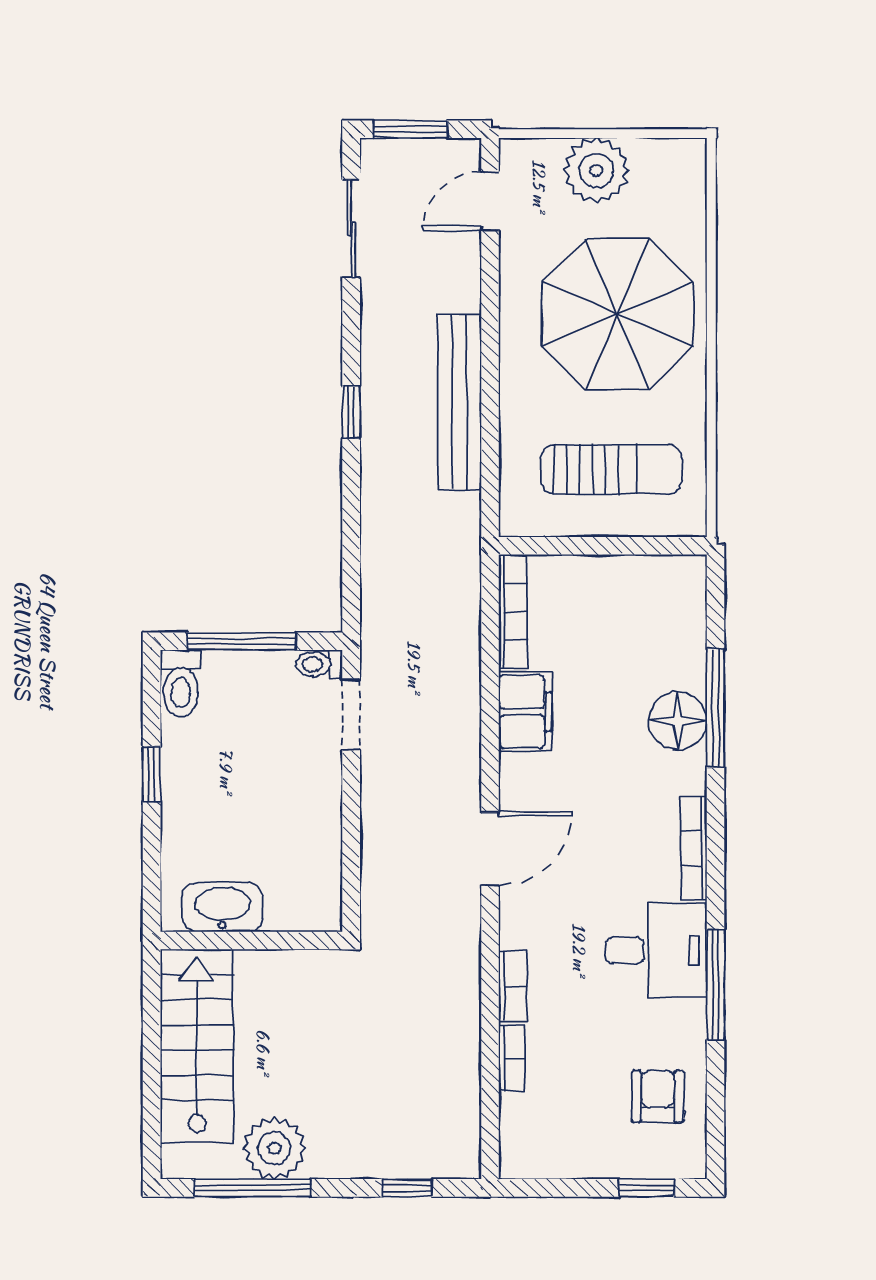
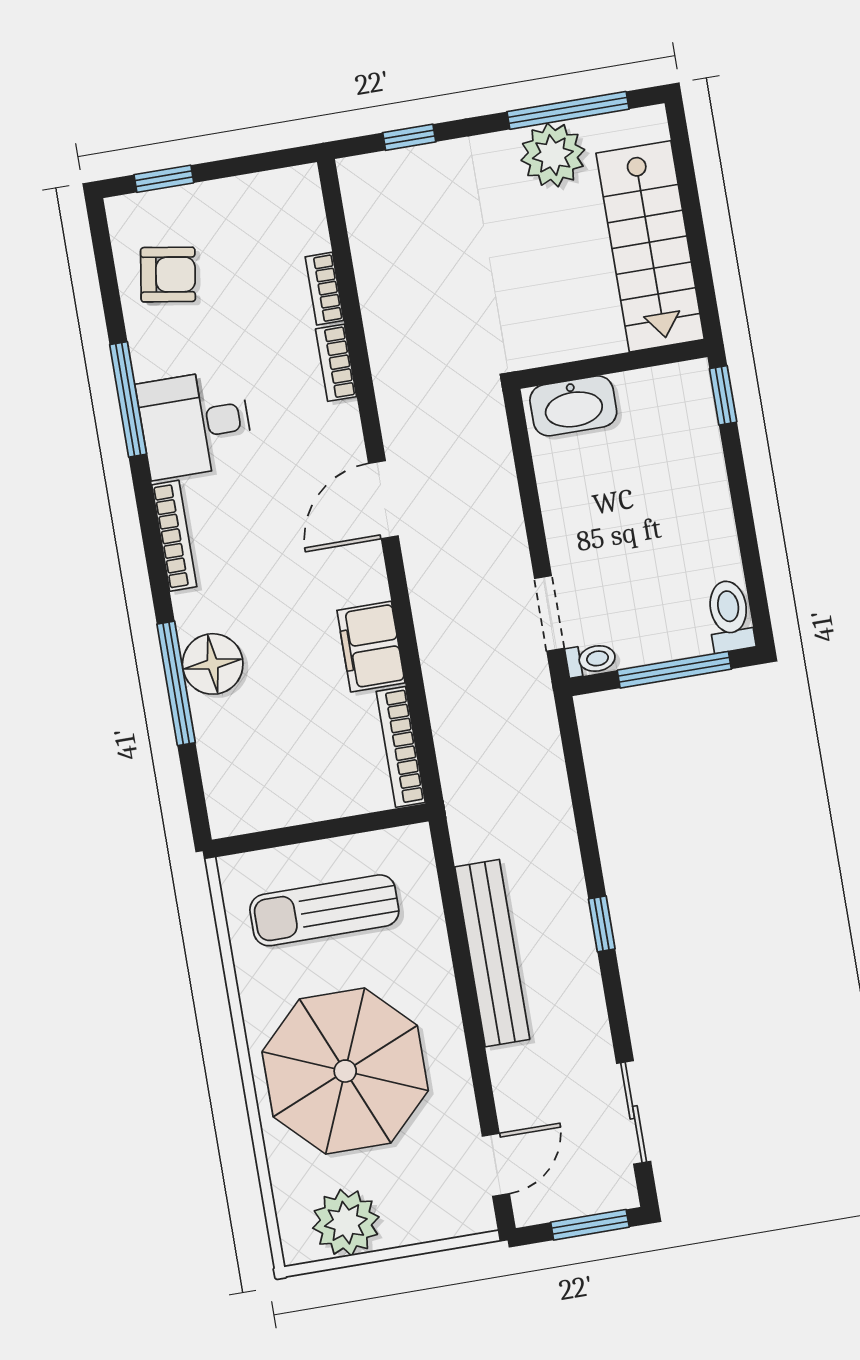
plant: (596, 170) -> (346, 1223), moved
window: (152, 774) -> (723, 395), moved
washbasin: (222, 907) -> (573, 406), moved
armchair: (658, 1096) -> (168, 275), turned -81

